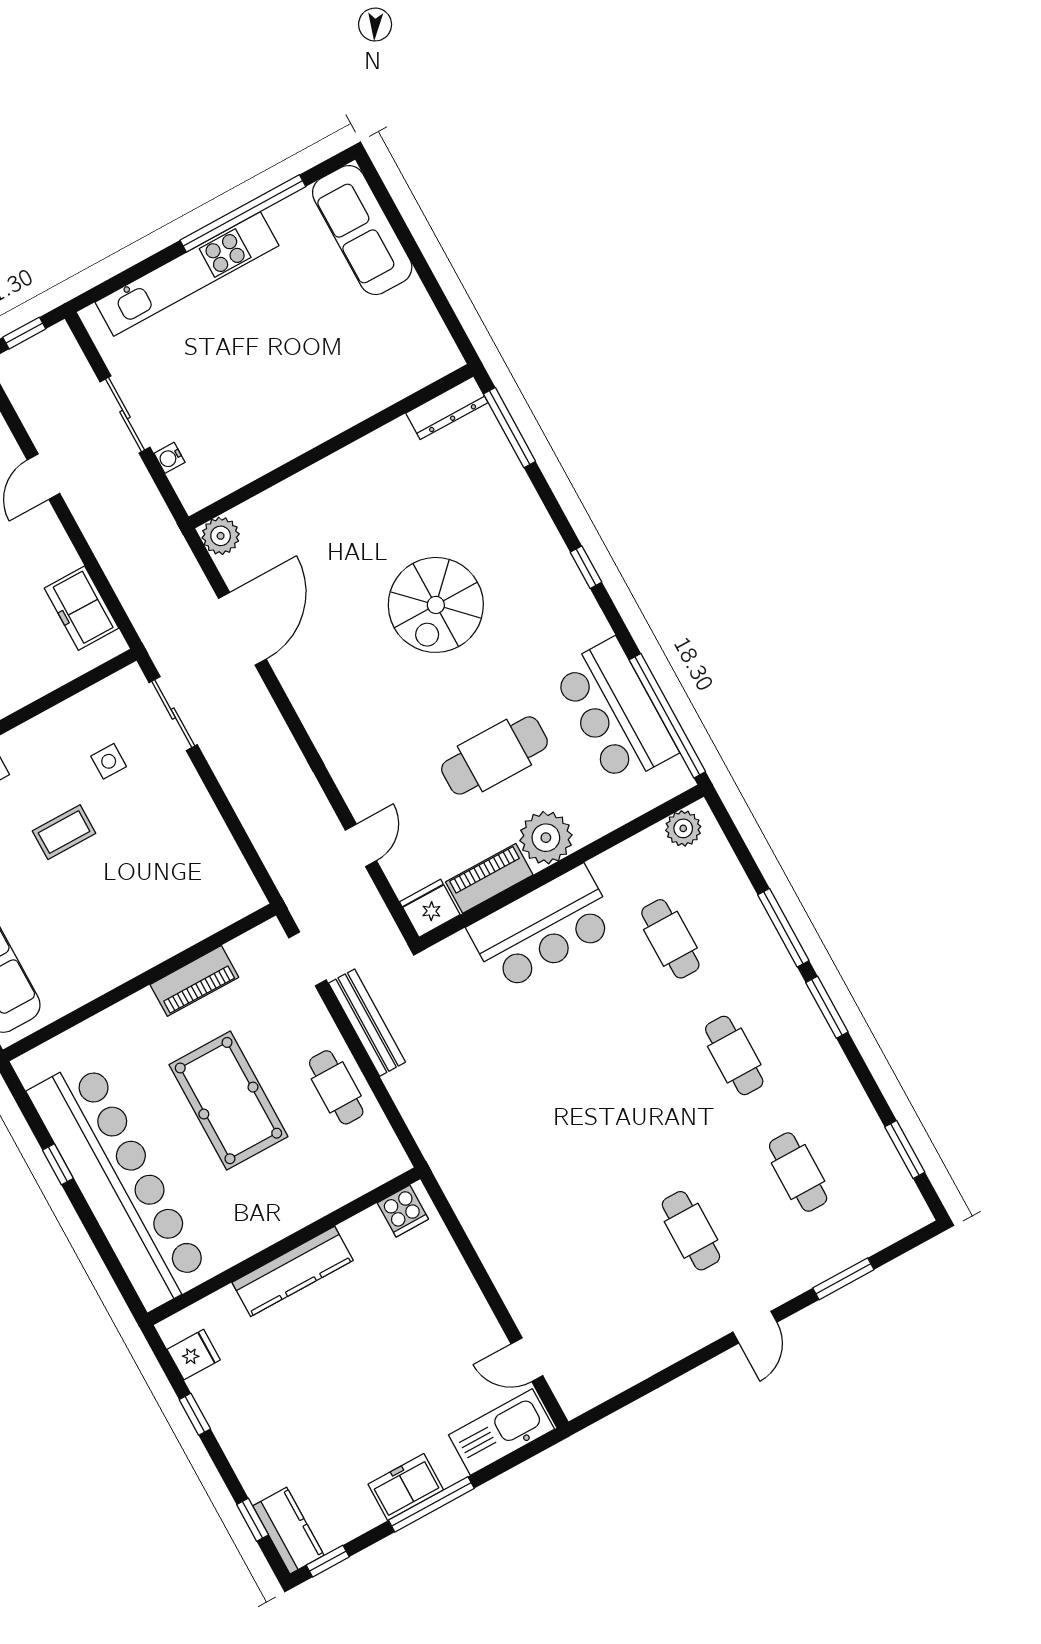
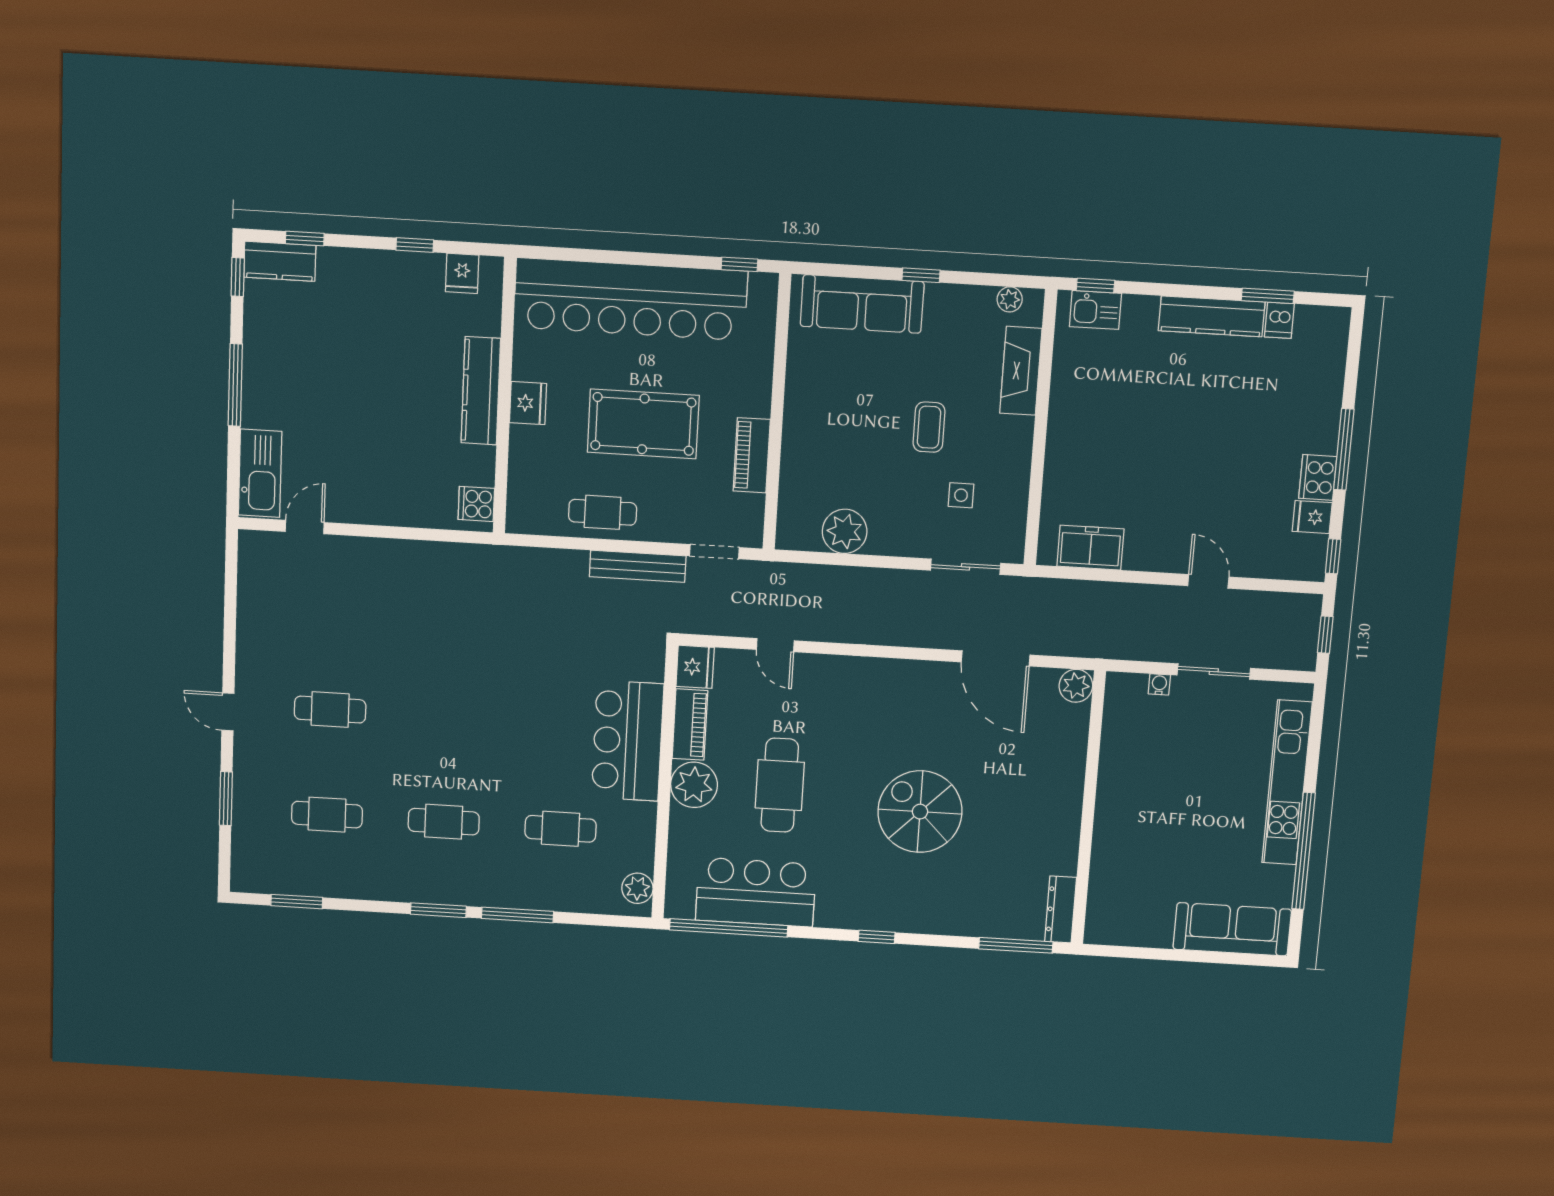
plant: (211, 849) -> (845, 531), added
window: (58, 1164) -> (739, 264), moved
fridge: (276, 1220) -> (528, 403), added
freezer: (406, 1487) -> (260, 374), removed

